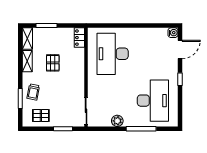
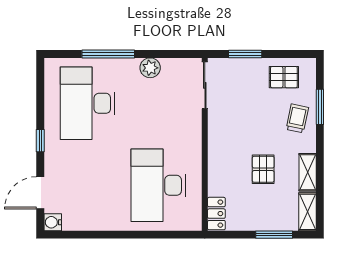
desk: (113, 54) -> (158, 185), turned 180

